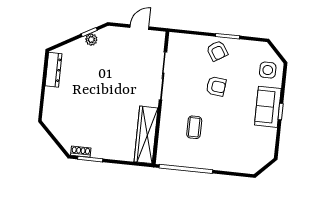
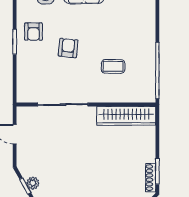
armchair: (217, 51) -> (33, 32), moved, turned 122
shoe rack: (81, 152) -> (151, 178), width x1.43

